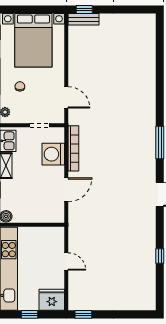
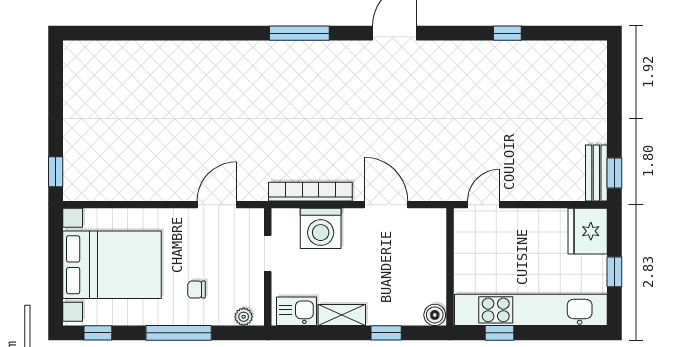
bench: (84, 19) -> (596, 173), moved
door: (66, 261) -> (484, 205), moved

